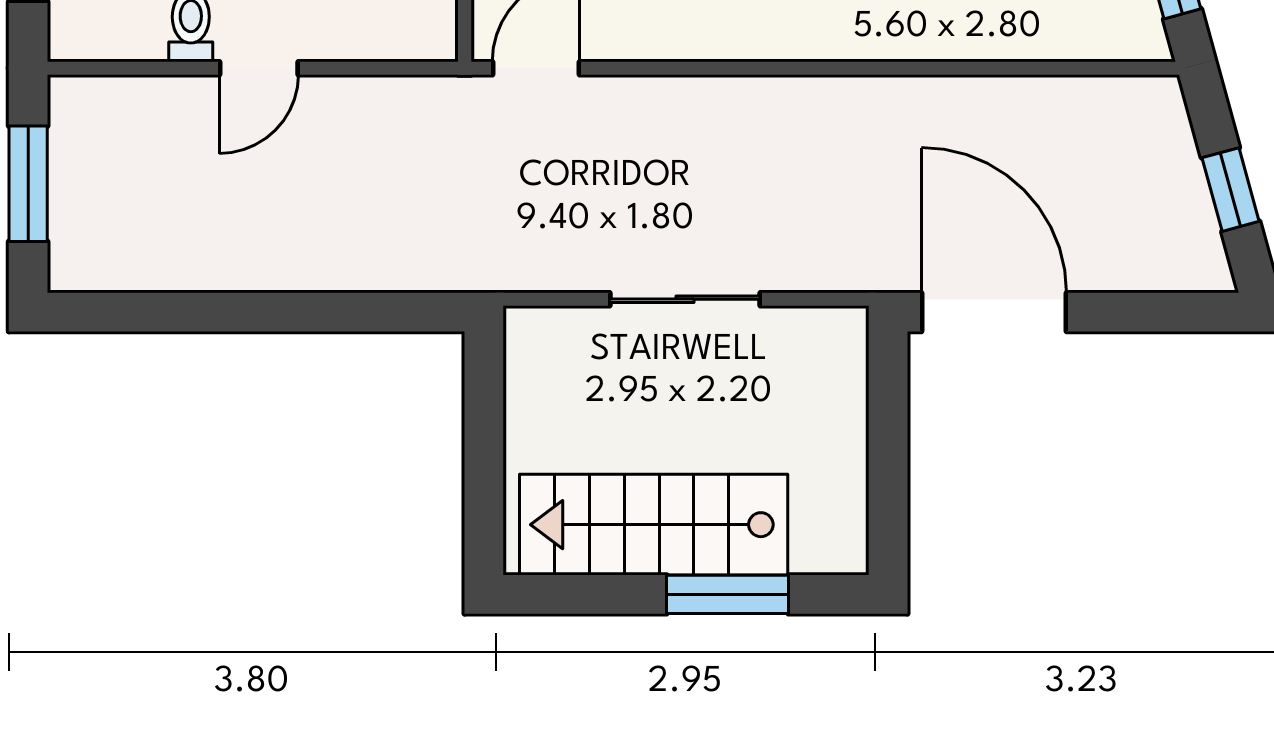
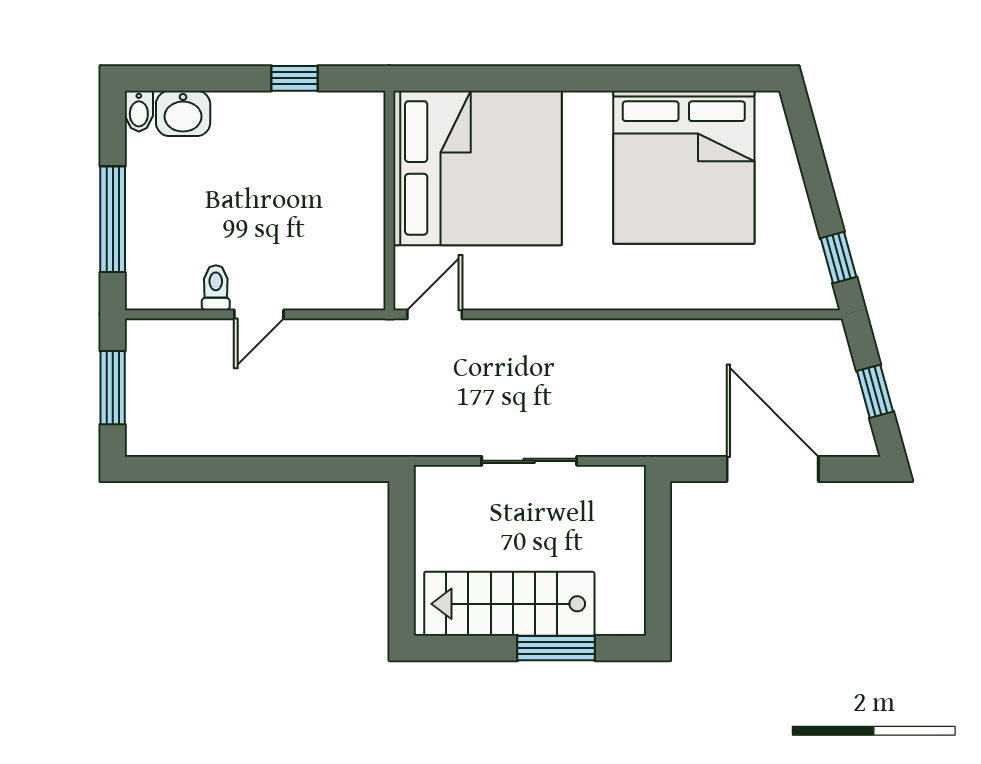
door: (994, 312) -> (773, 469), moved

